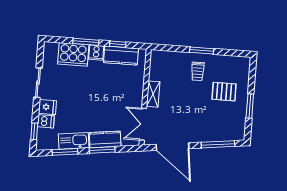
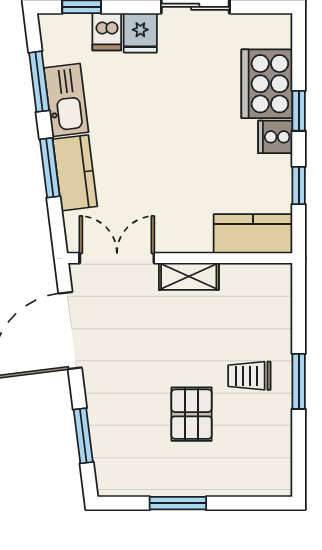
window: (86, 42) -> (299, 111), width x0.67
kitchen counter: (121, 56) -> (253, 234), moved, turned 90
pallet: (224, 92) -> (192, 414), moved
window: (218, 144) -> (83, 436), width x0.69

